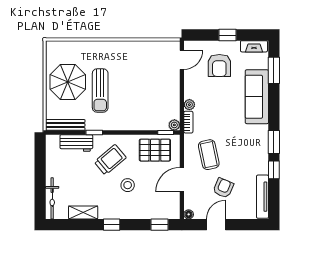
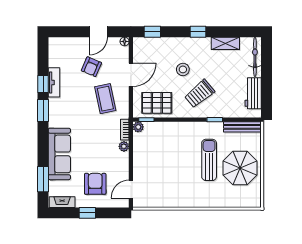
workbench: (76, 143) -> (253, 93), moved, turned -90
tv unit: (262, 197) -> (54, 82), moved, width x0.71

